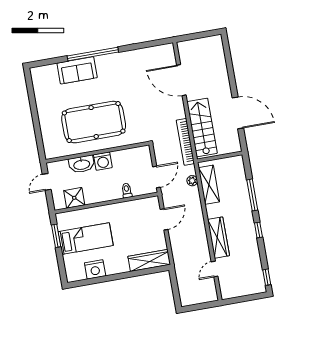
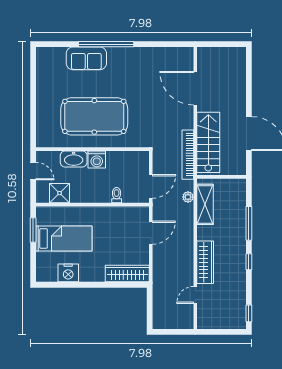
door: (47, 182) -> (33, 171), swing flipped

